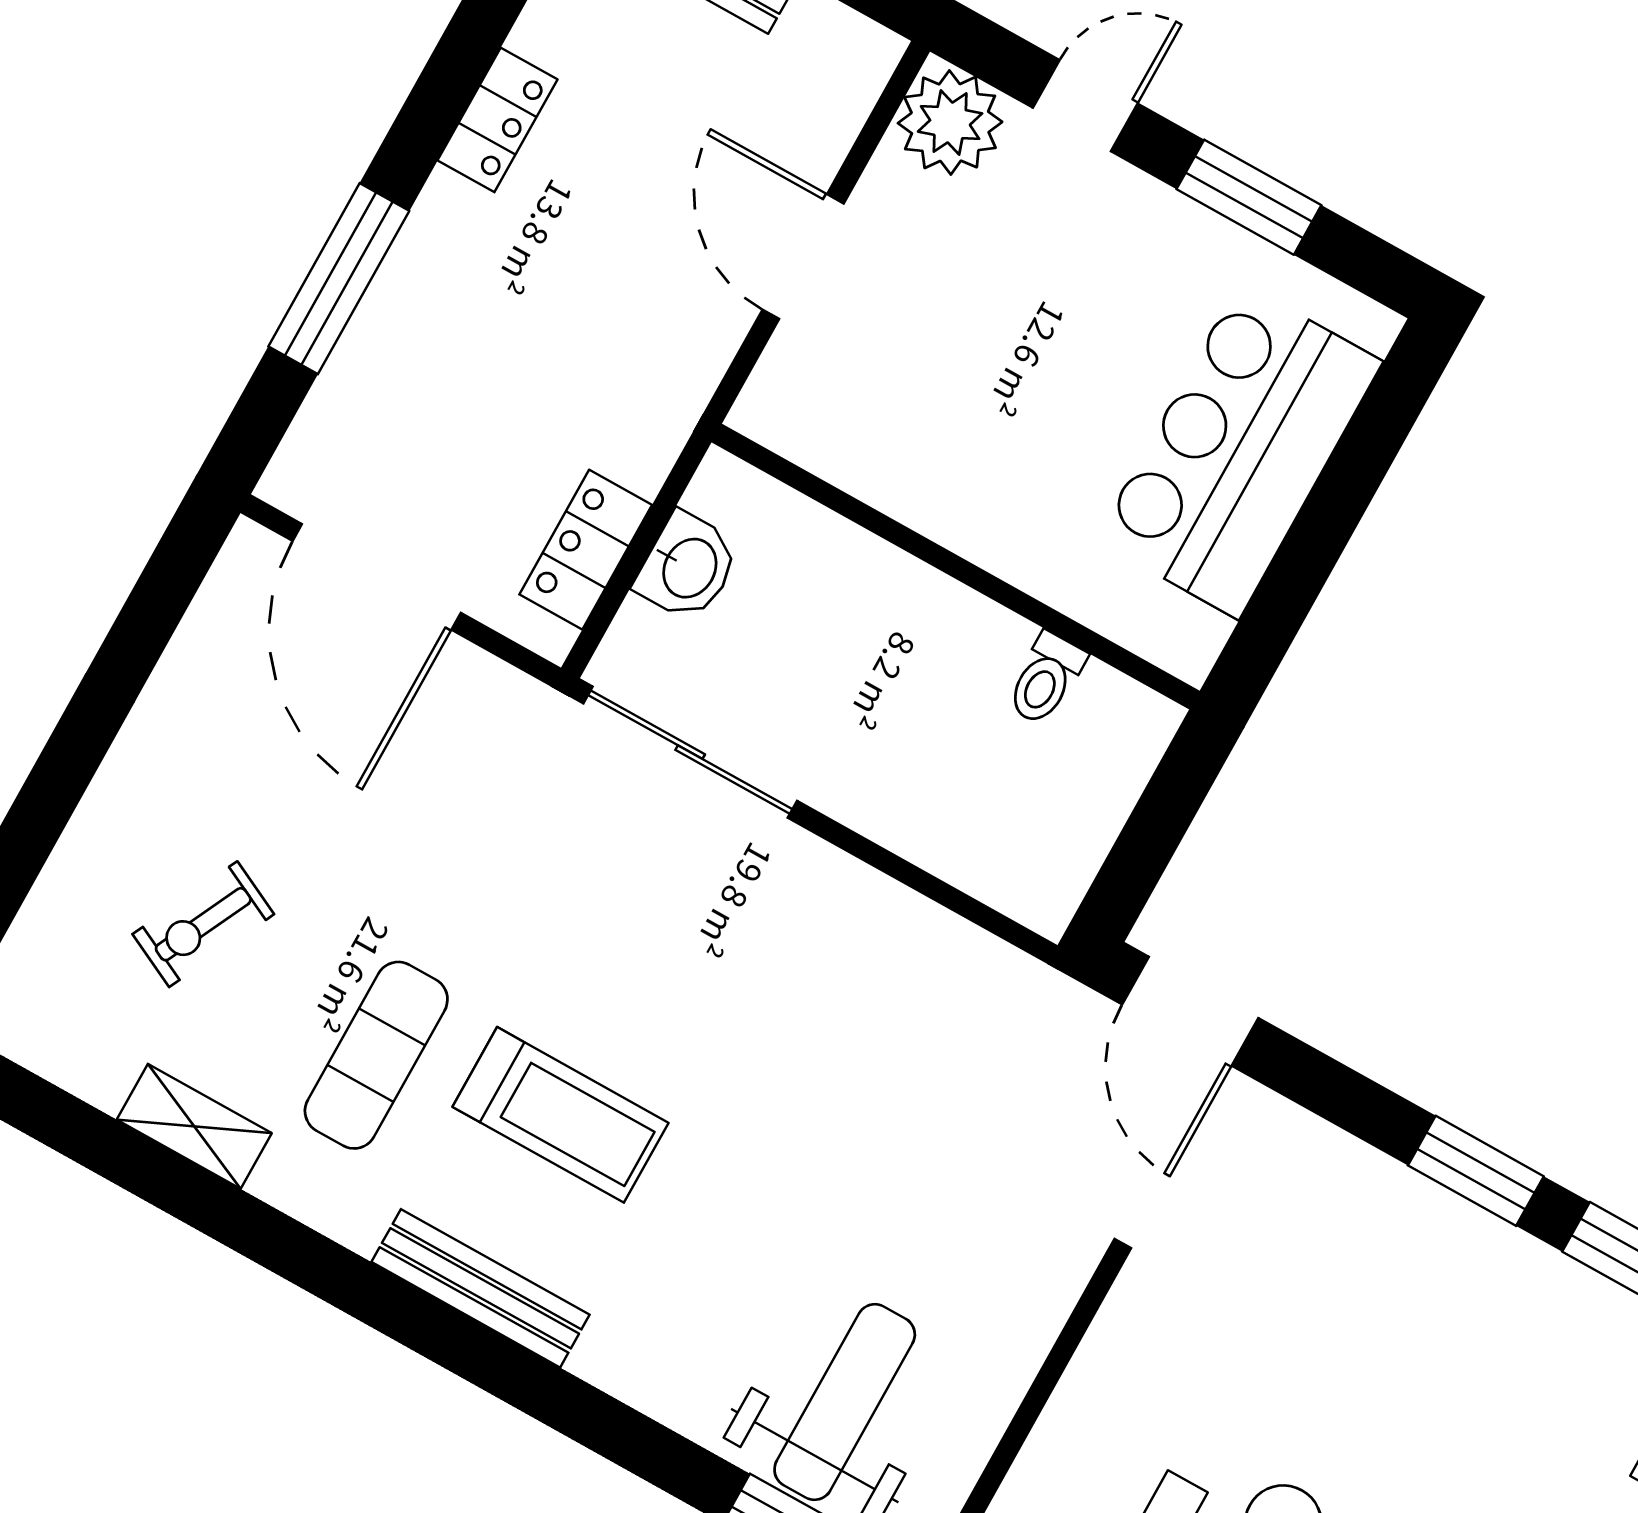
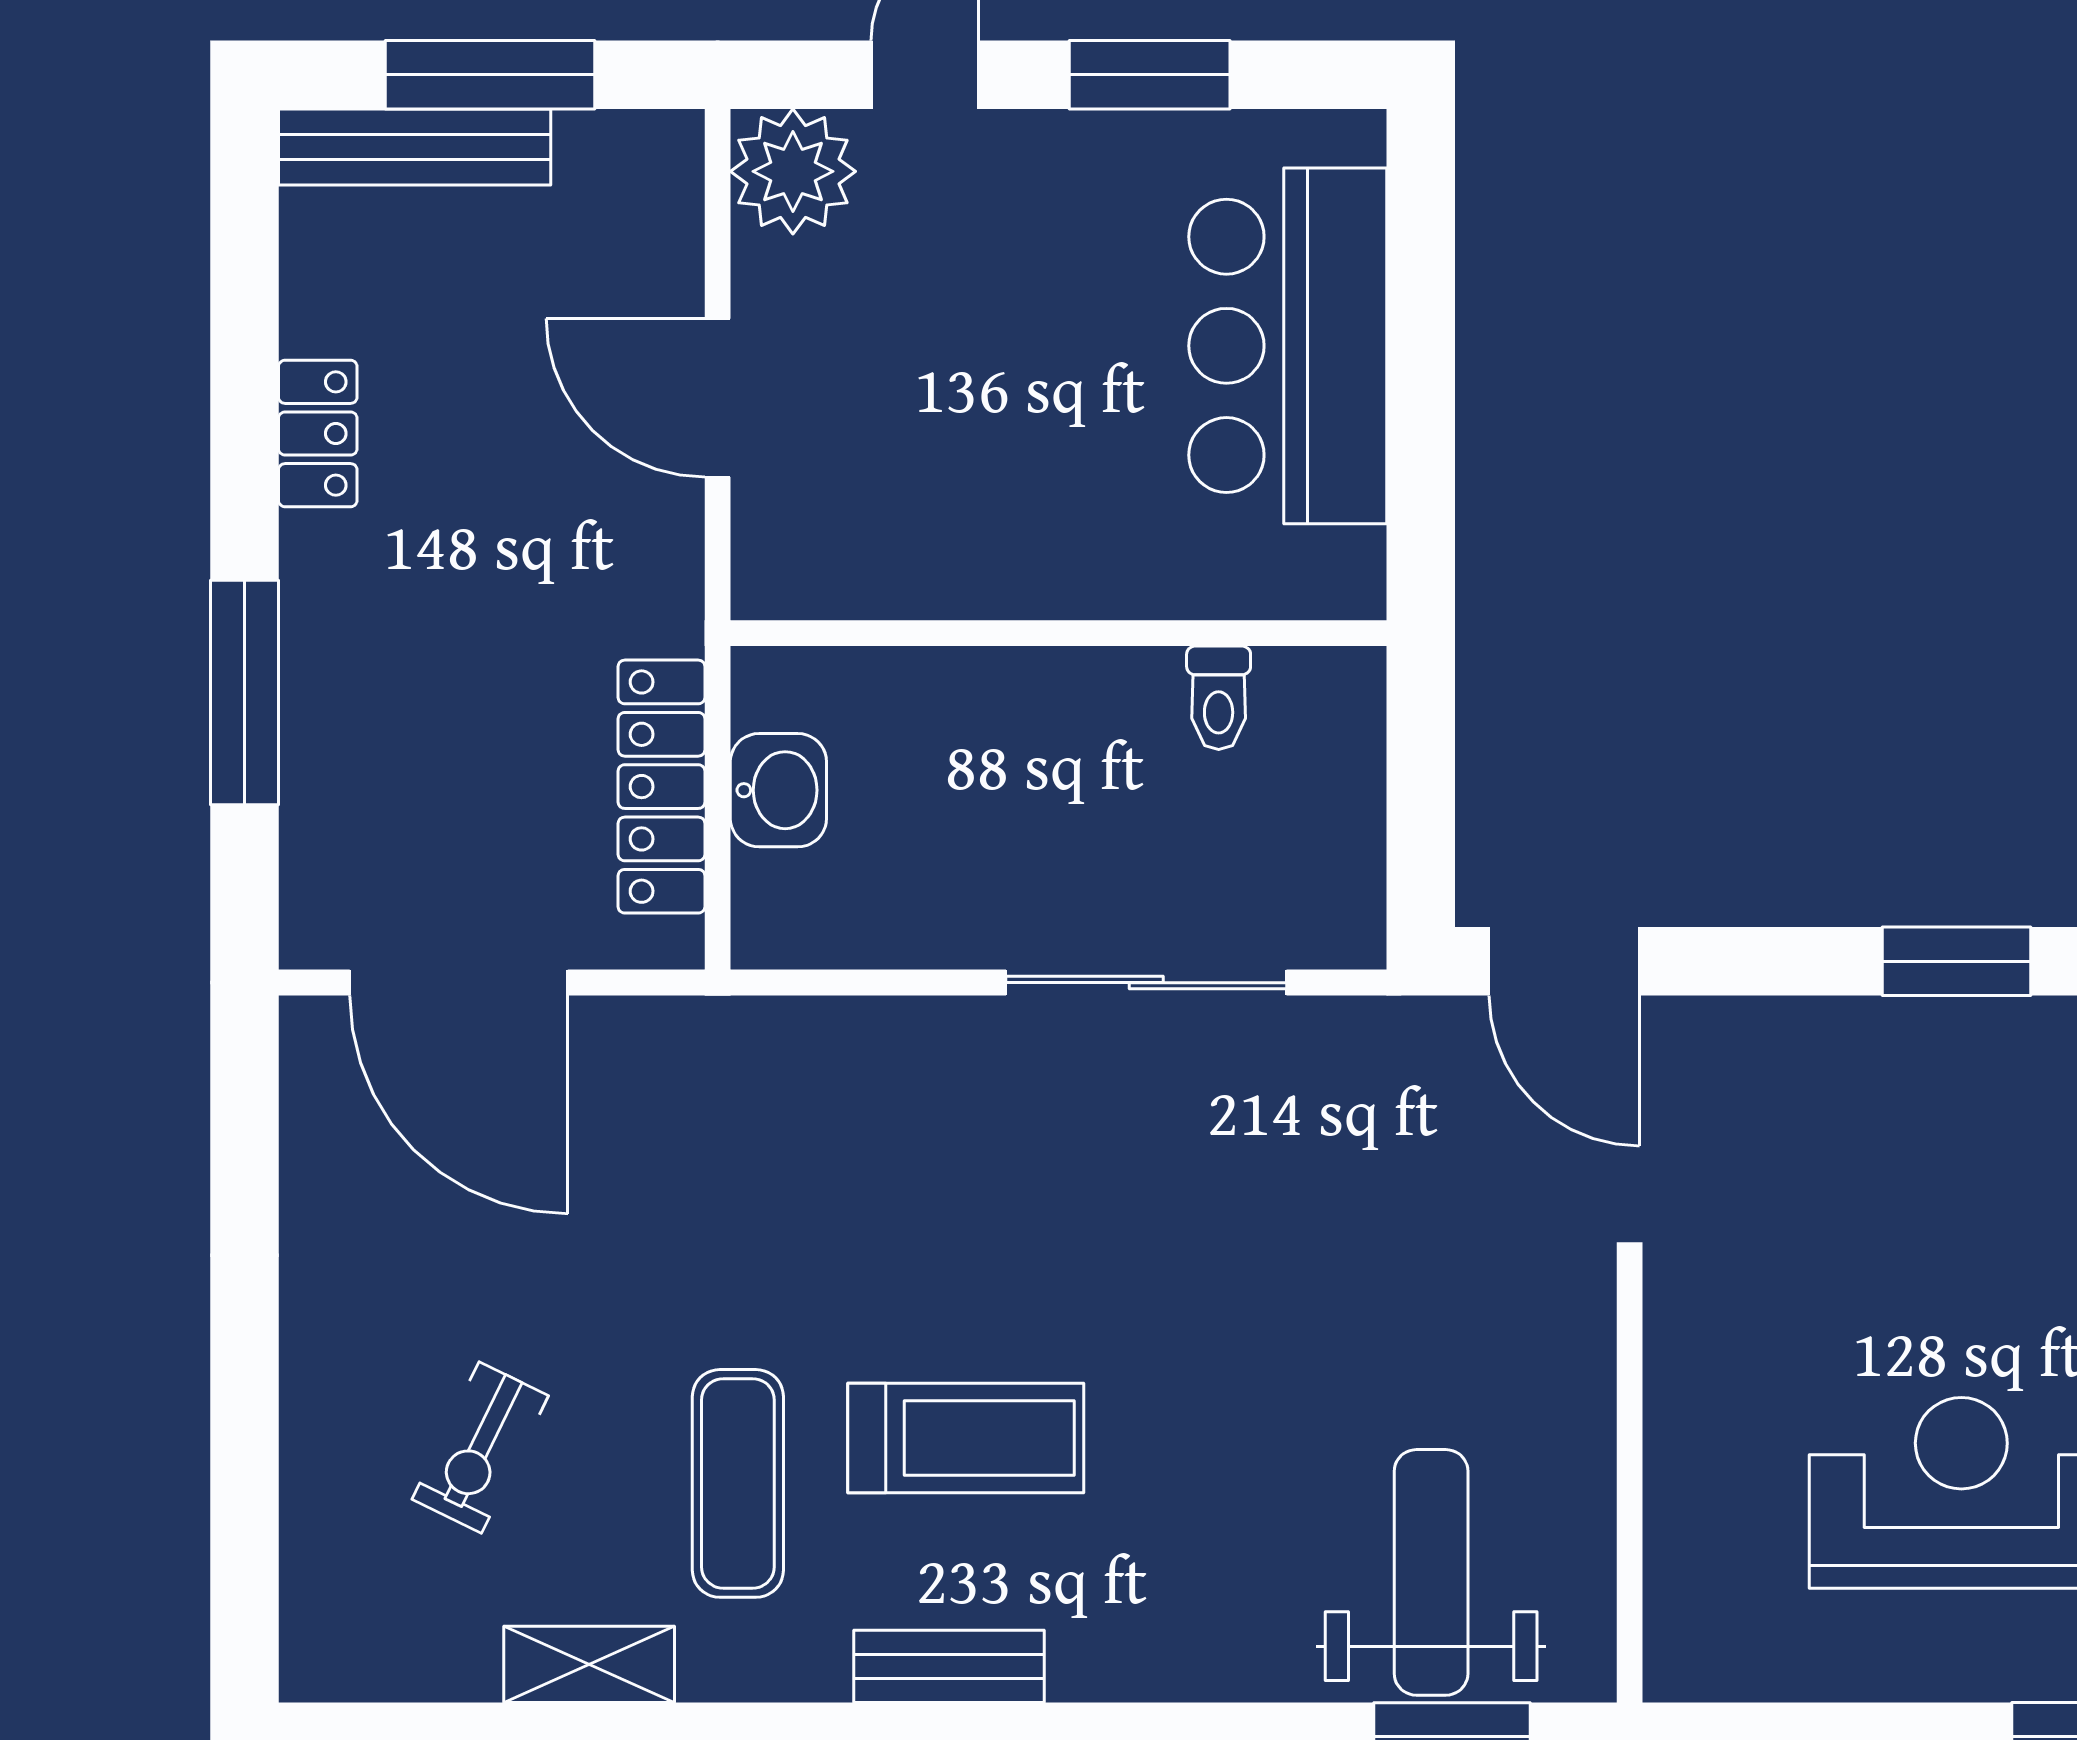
locker: (586, 550) -> (661, 787), width x1.53
sliding door: (690, 752) -> (1146, 983), moved
bench: (481, 1288) -> (949, 1666), width x0.73

